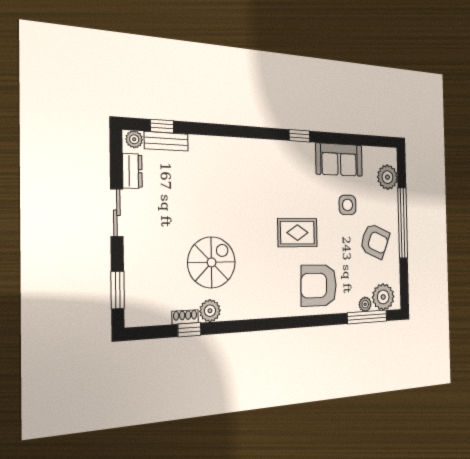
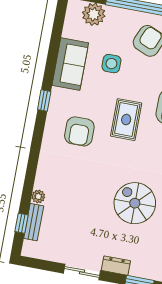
plant: (134, 139) -> (38, 196), moved
dresser: (132, 171) -> (116, 266), moved
armchair: (276, 181) -> (79, 131), added

